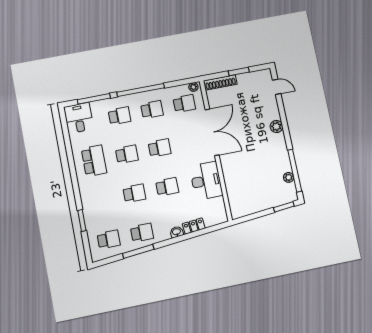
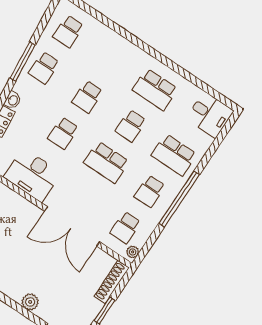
window: (94, 99) -> (214, 147), removed
school desk: (119, 116) -> (174, 155), width x1.85
plant: (276, 126) -> (30, 302), moved
school desk: (160, 148) -> (106, 162), width x1.85
window: (82, 220) -> (110, 24), removed
window: (138, 251) -> (23, 62), moved

